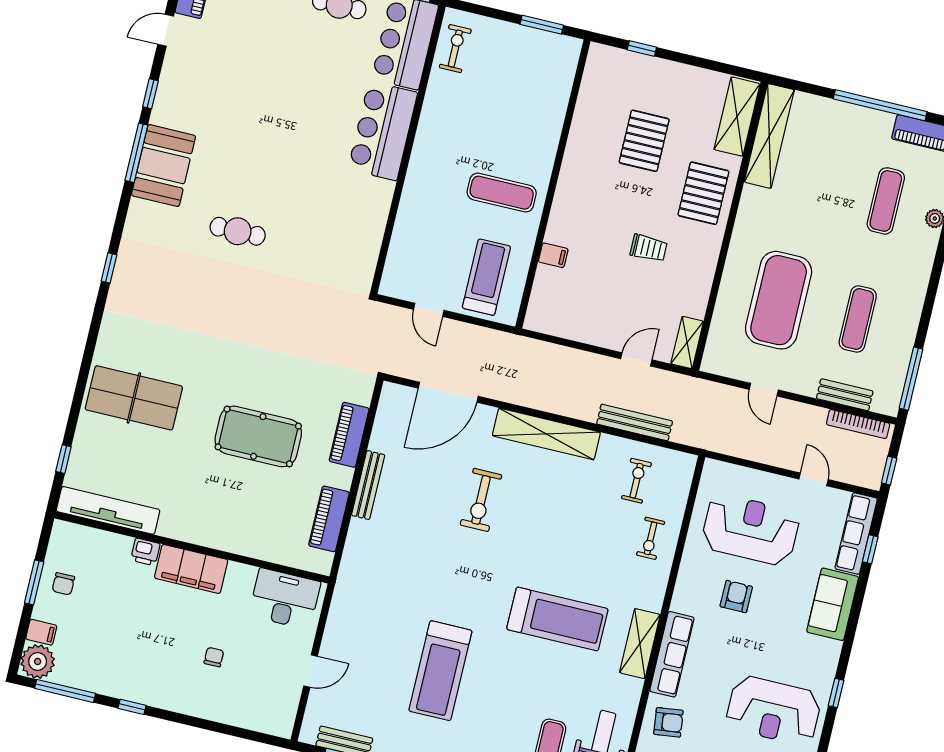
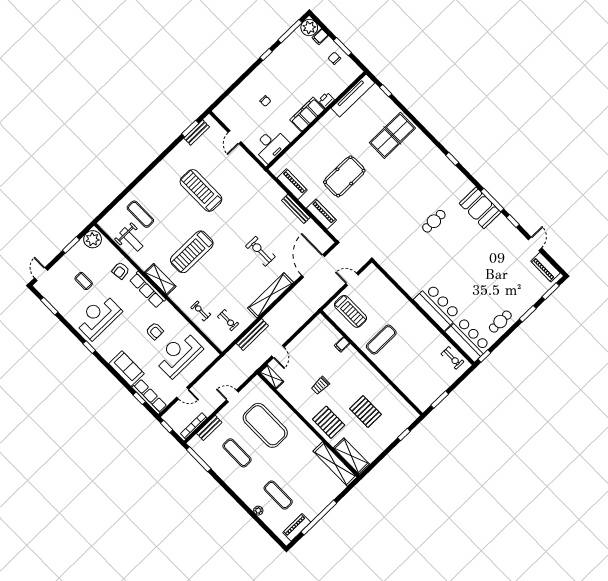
reception desk: (750, 530) -> (178, 354), turned 180

